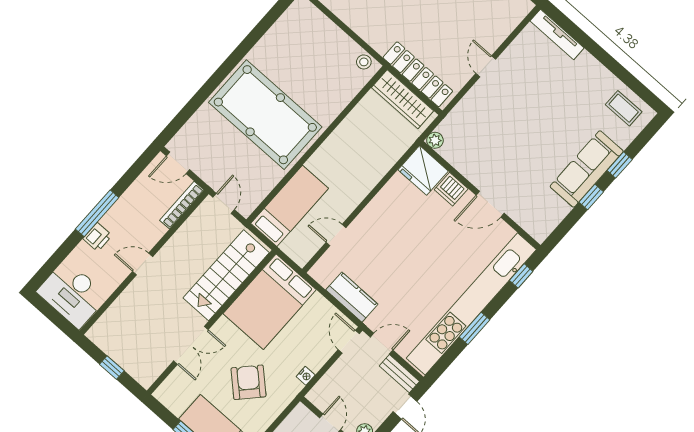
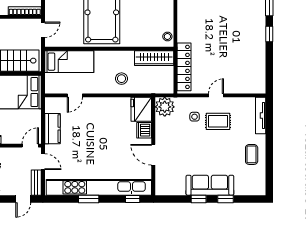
rug: (519, 91) -> (218, 121), added
wardrobe: (403, 99) -> (154, 58), moved, turned -90
coffee table: (624, 108) -> (252, 154), moved
side table: (488, 115) -> (195, 117), added
plant: (435, 140) -> (165, 107), width x1.87, depth x1.87
stool: (365, 161) -> (122, 79), added
door: (336, 235) -> (75, 95), swing flipped

